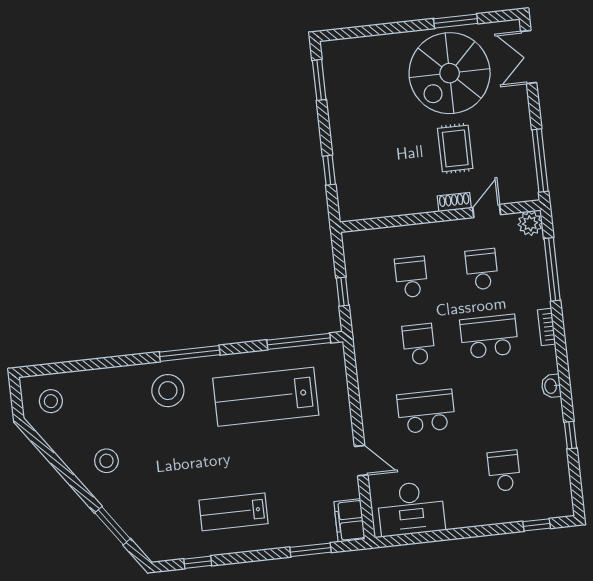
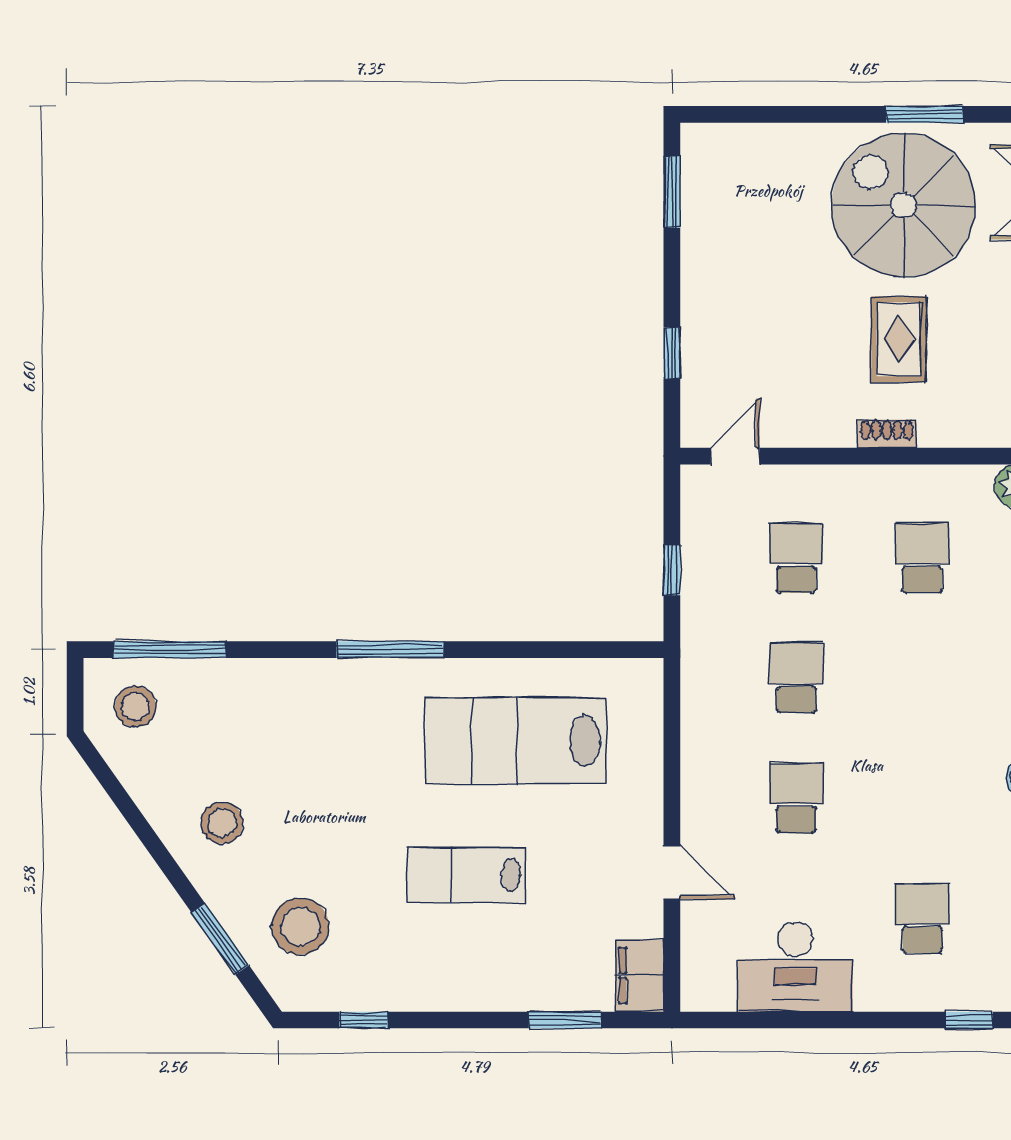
spiral stairs: (450, 73) -> (904, 205), turned 90
door: (487, 211) -> (735, 456), moved
school desk: (489, 336) -> (922, 678), removed
window: (299, 341) -> (170, 650), moved
stool: (168, 391) -> (300, 926), moved
school desk: (426, 411) -> (796, 798), width x0.54
desk: (411, 509) -> (795, 967), moved
lab bench: (234, 512) -> (466, 875), moved

